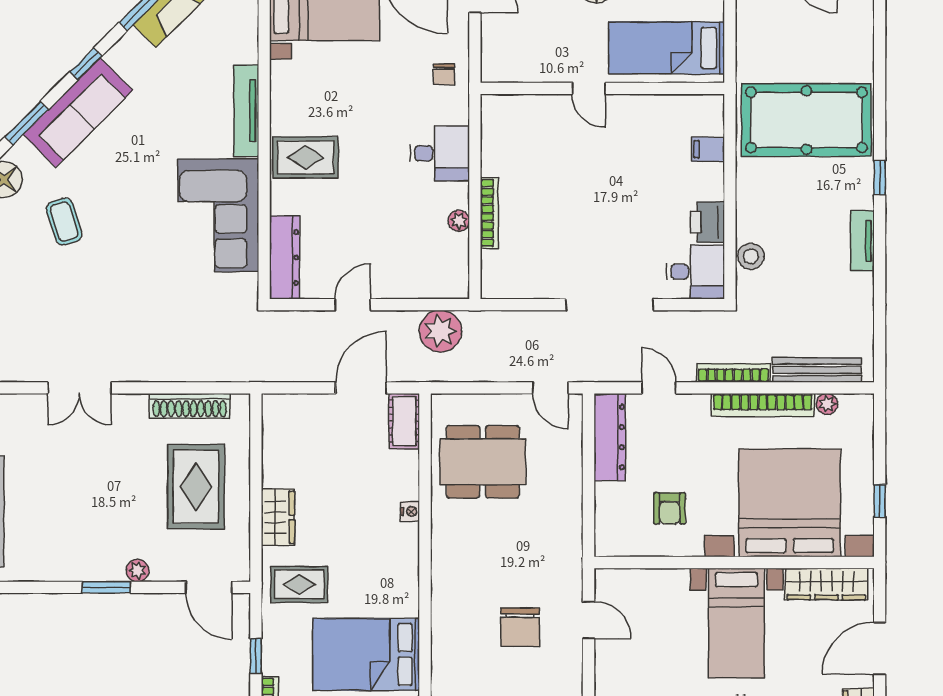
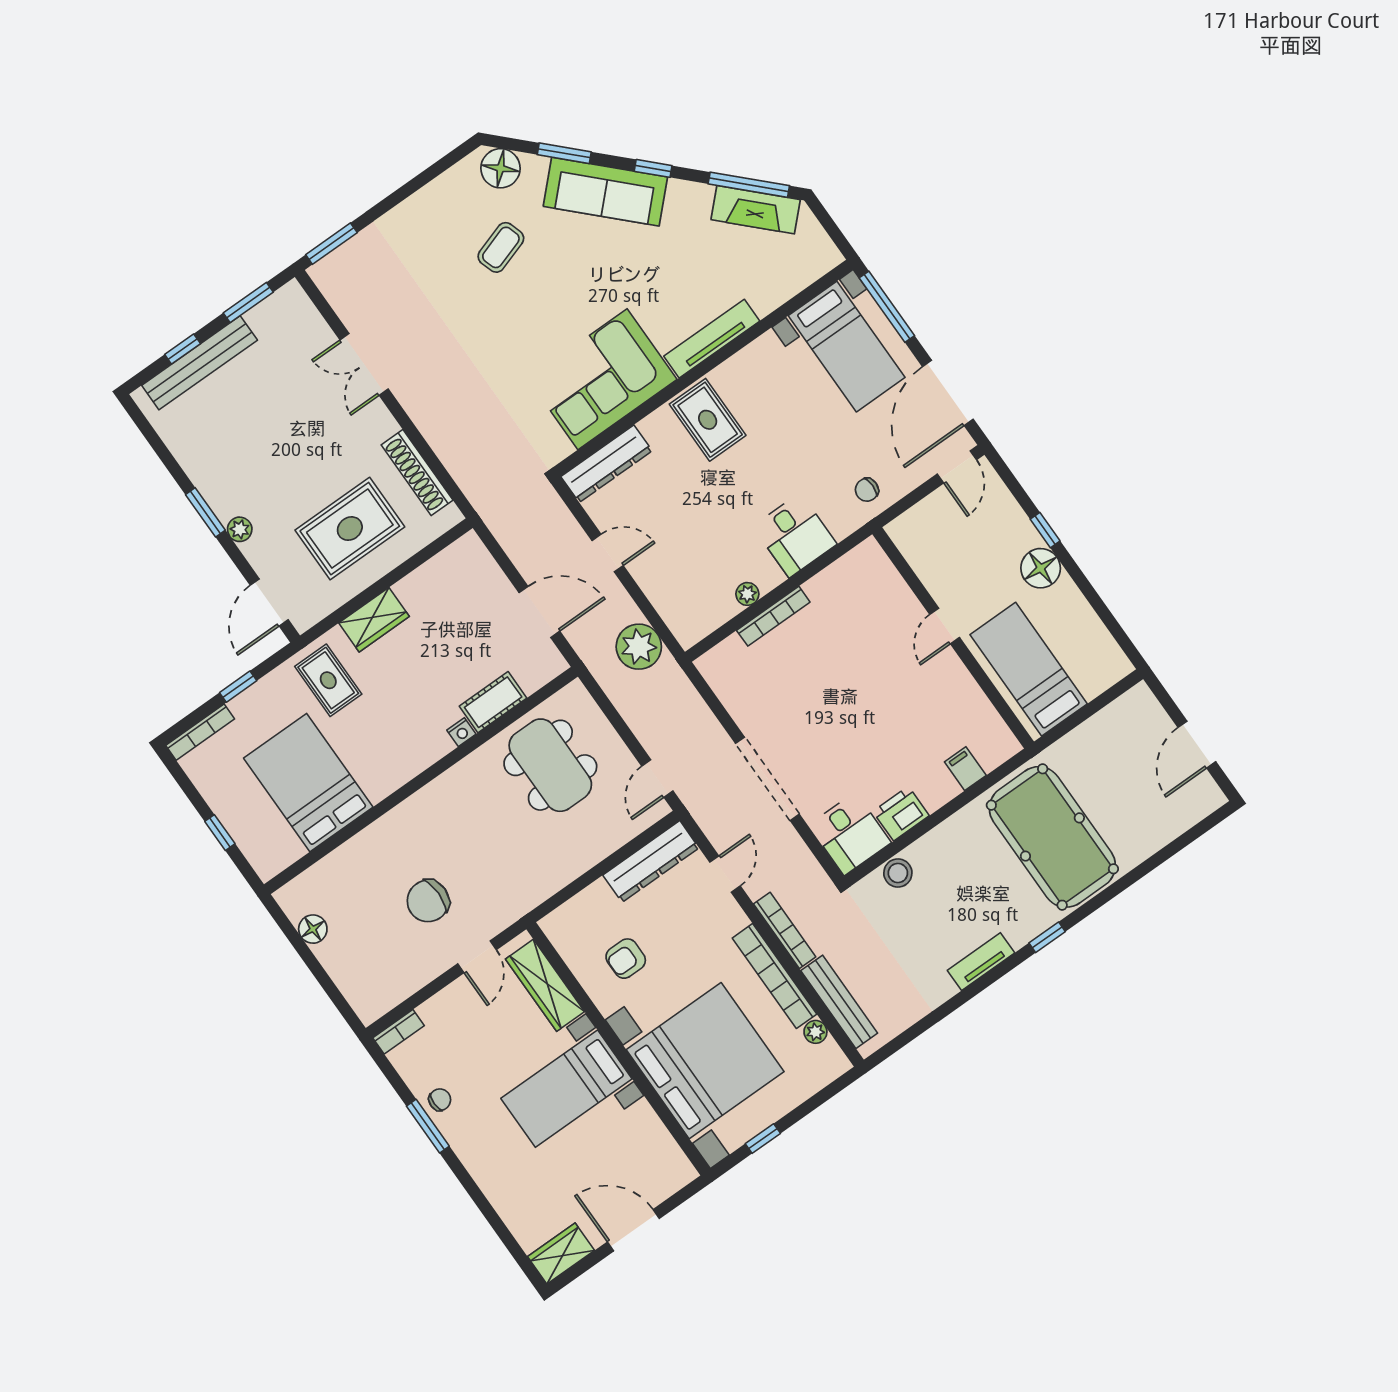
cot: (404, 421) -> (493, 702), moved
wardrobe: (826, 584) -> (545, 985), moved

